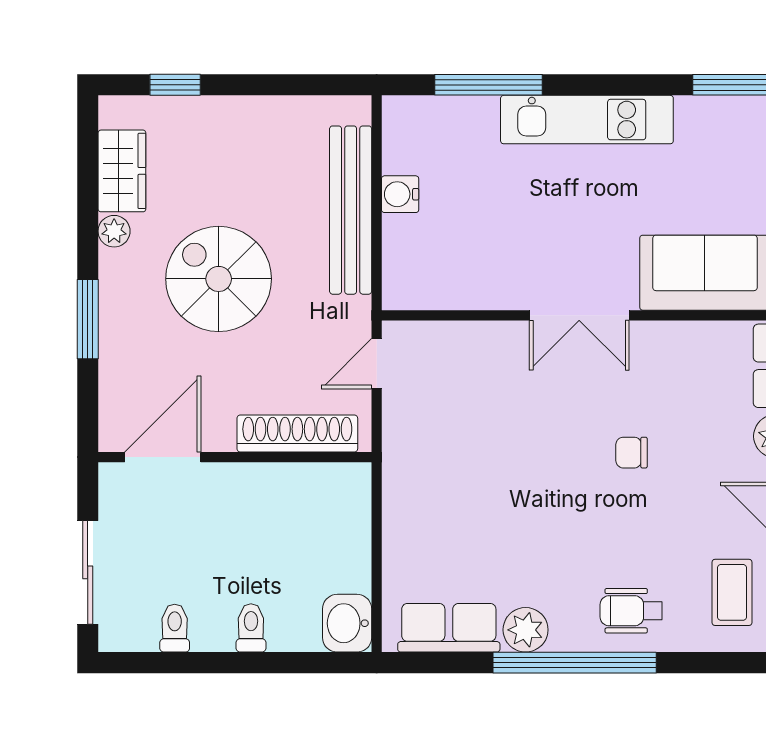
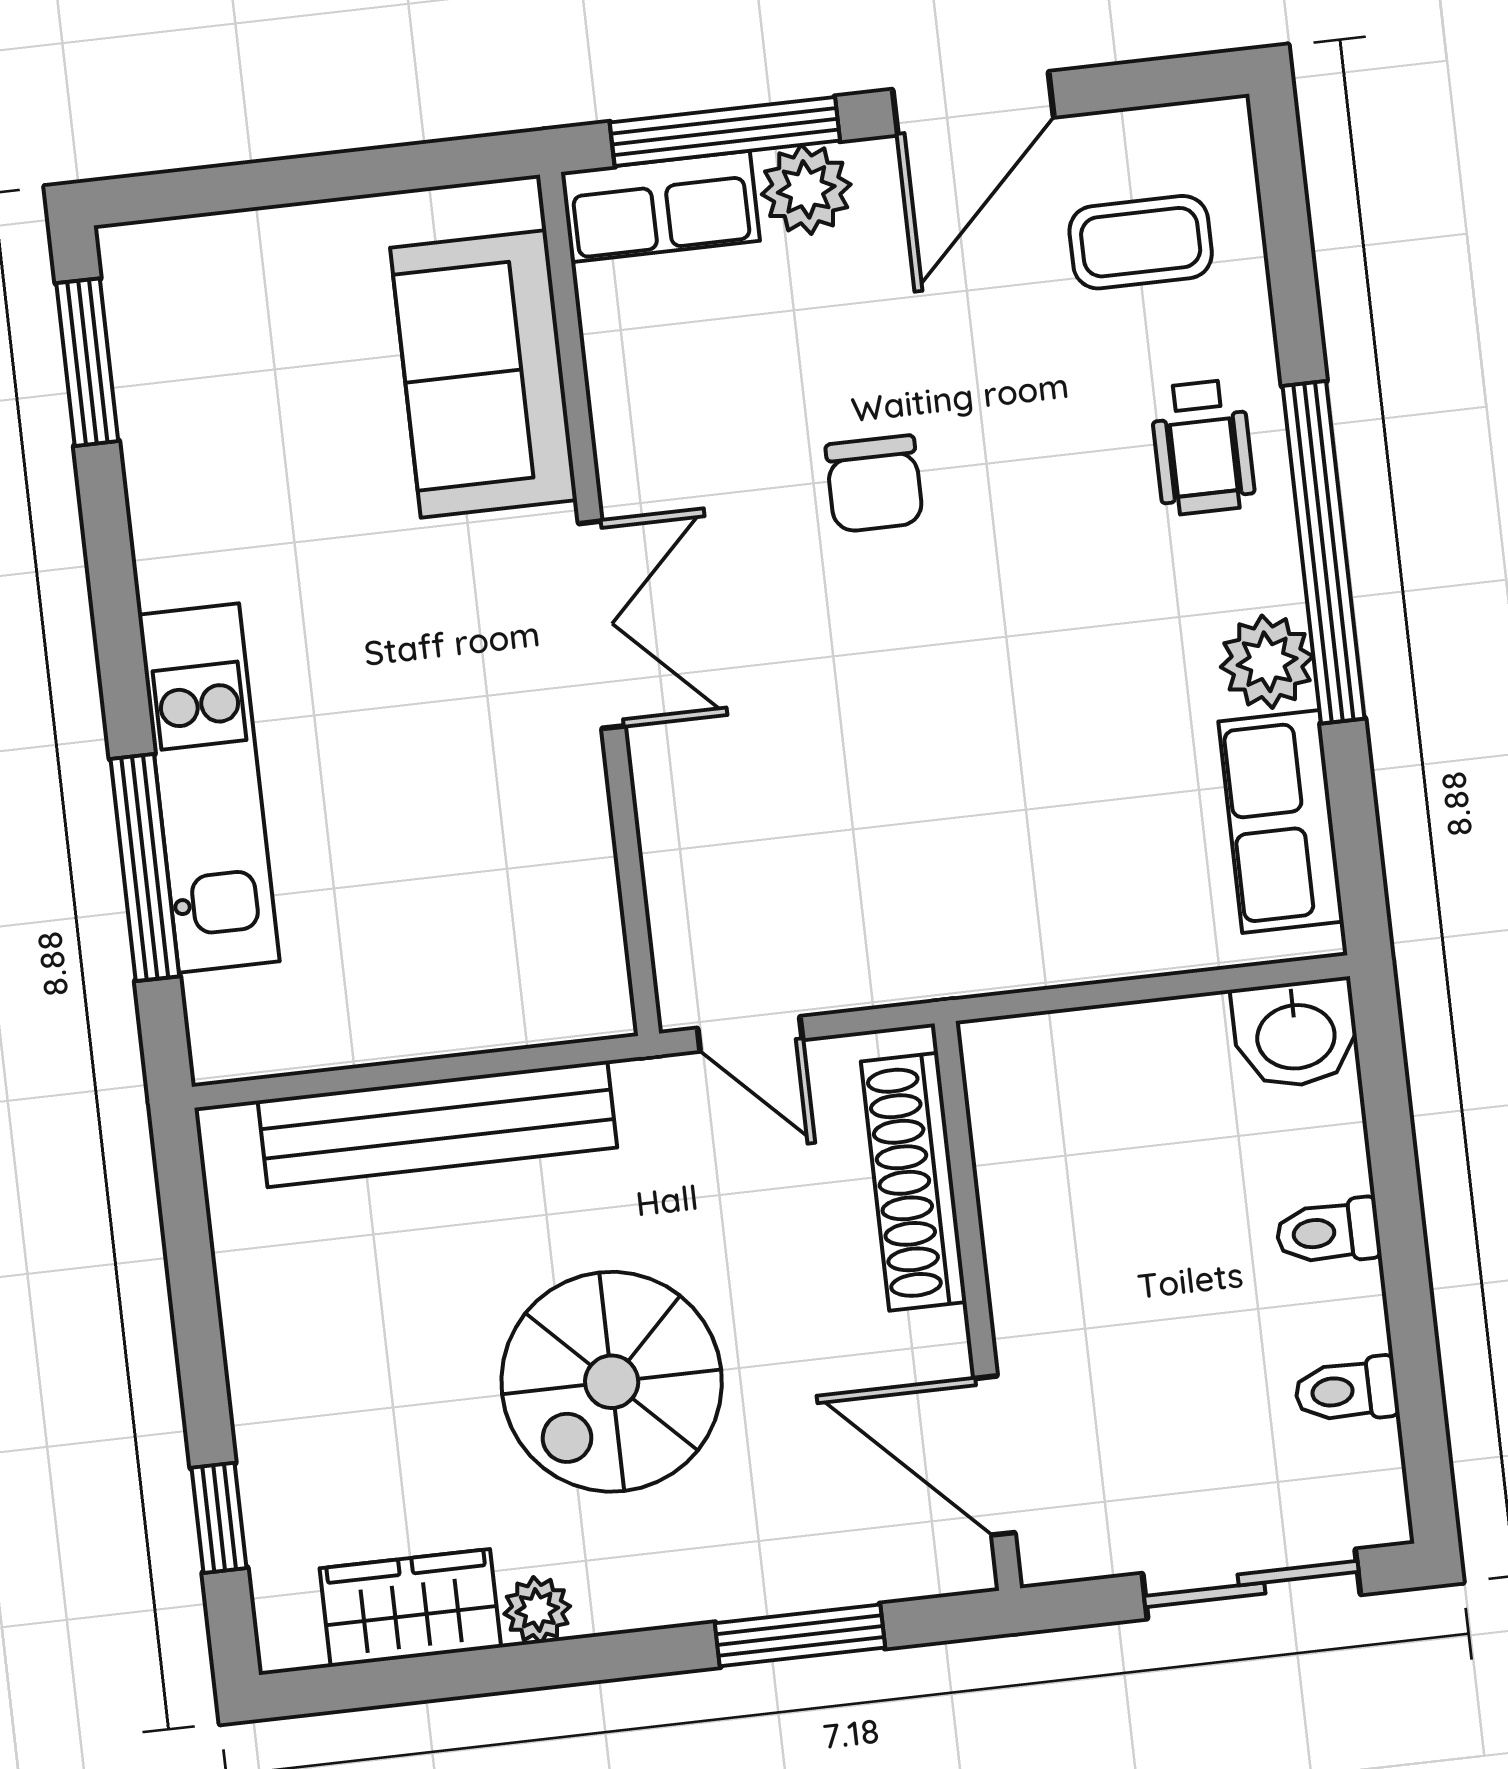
kitchen unit: (587, 120) -> (209, 788), moved
water cooler: (400, 194) -> (393, 1025), removed
window: (88, 319) -> (800, 1635), moved
chair: (632, 453) -> (874, 484), width x1.37, depth x1.37

